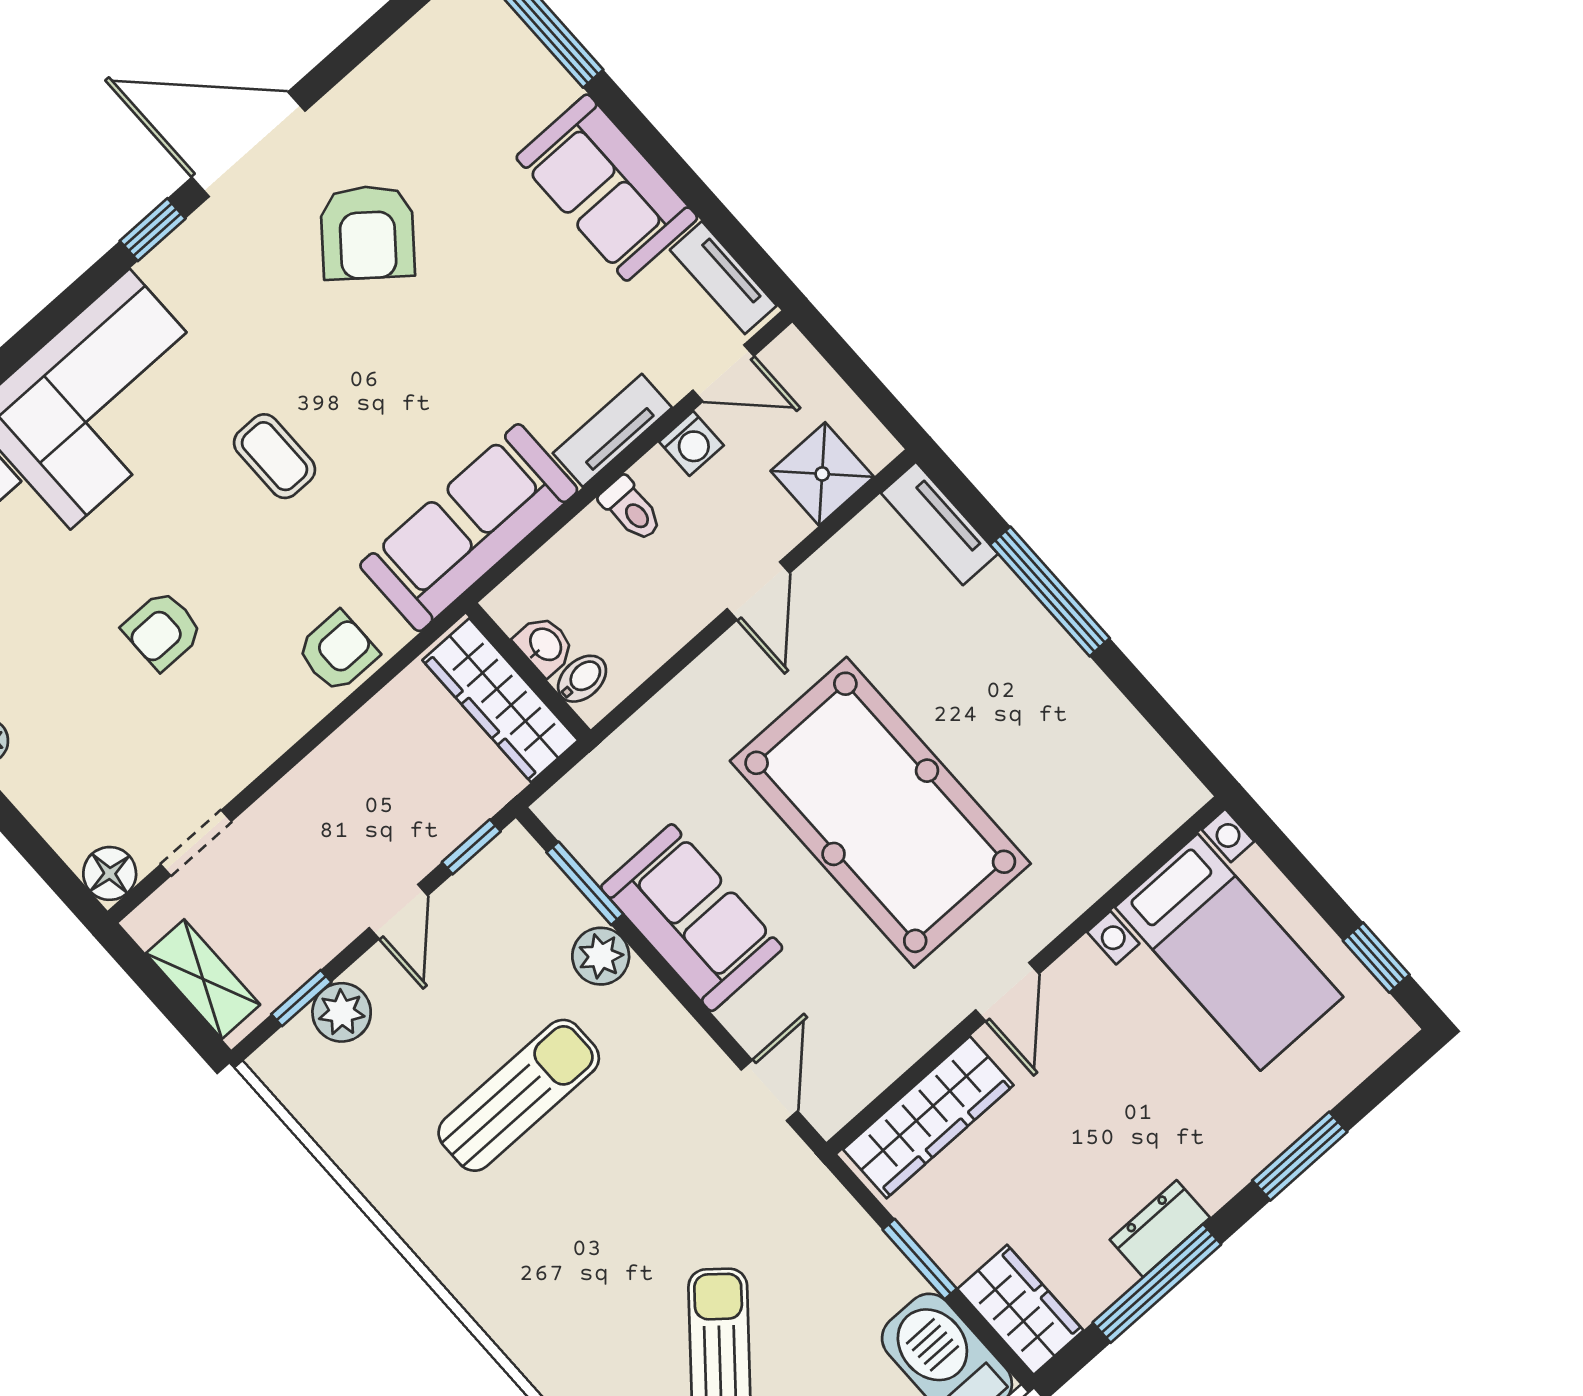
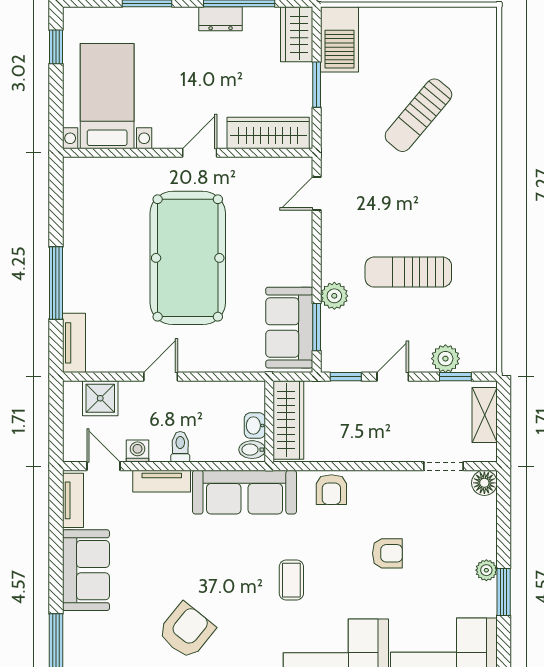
armchair: (338, 652) -> (331, 490), turned -90
bidet: (582, 679) -> (252, 450), moved
sofa: (692, 918) -> (289, 328), moved

